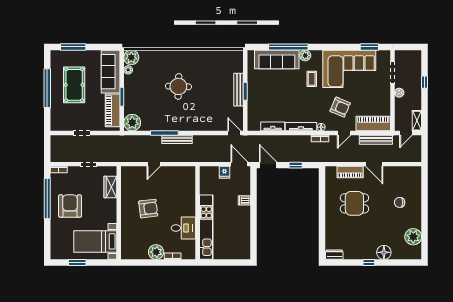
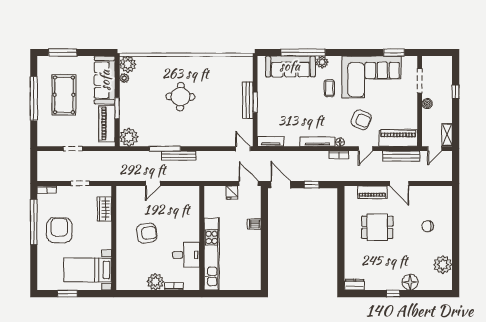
tv unit: (273, 126) -> (271, 141), moved

